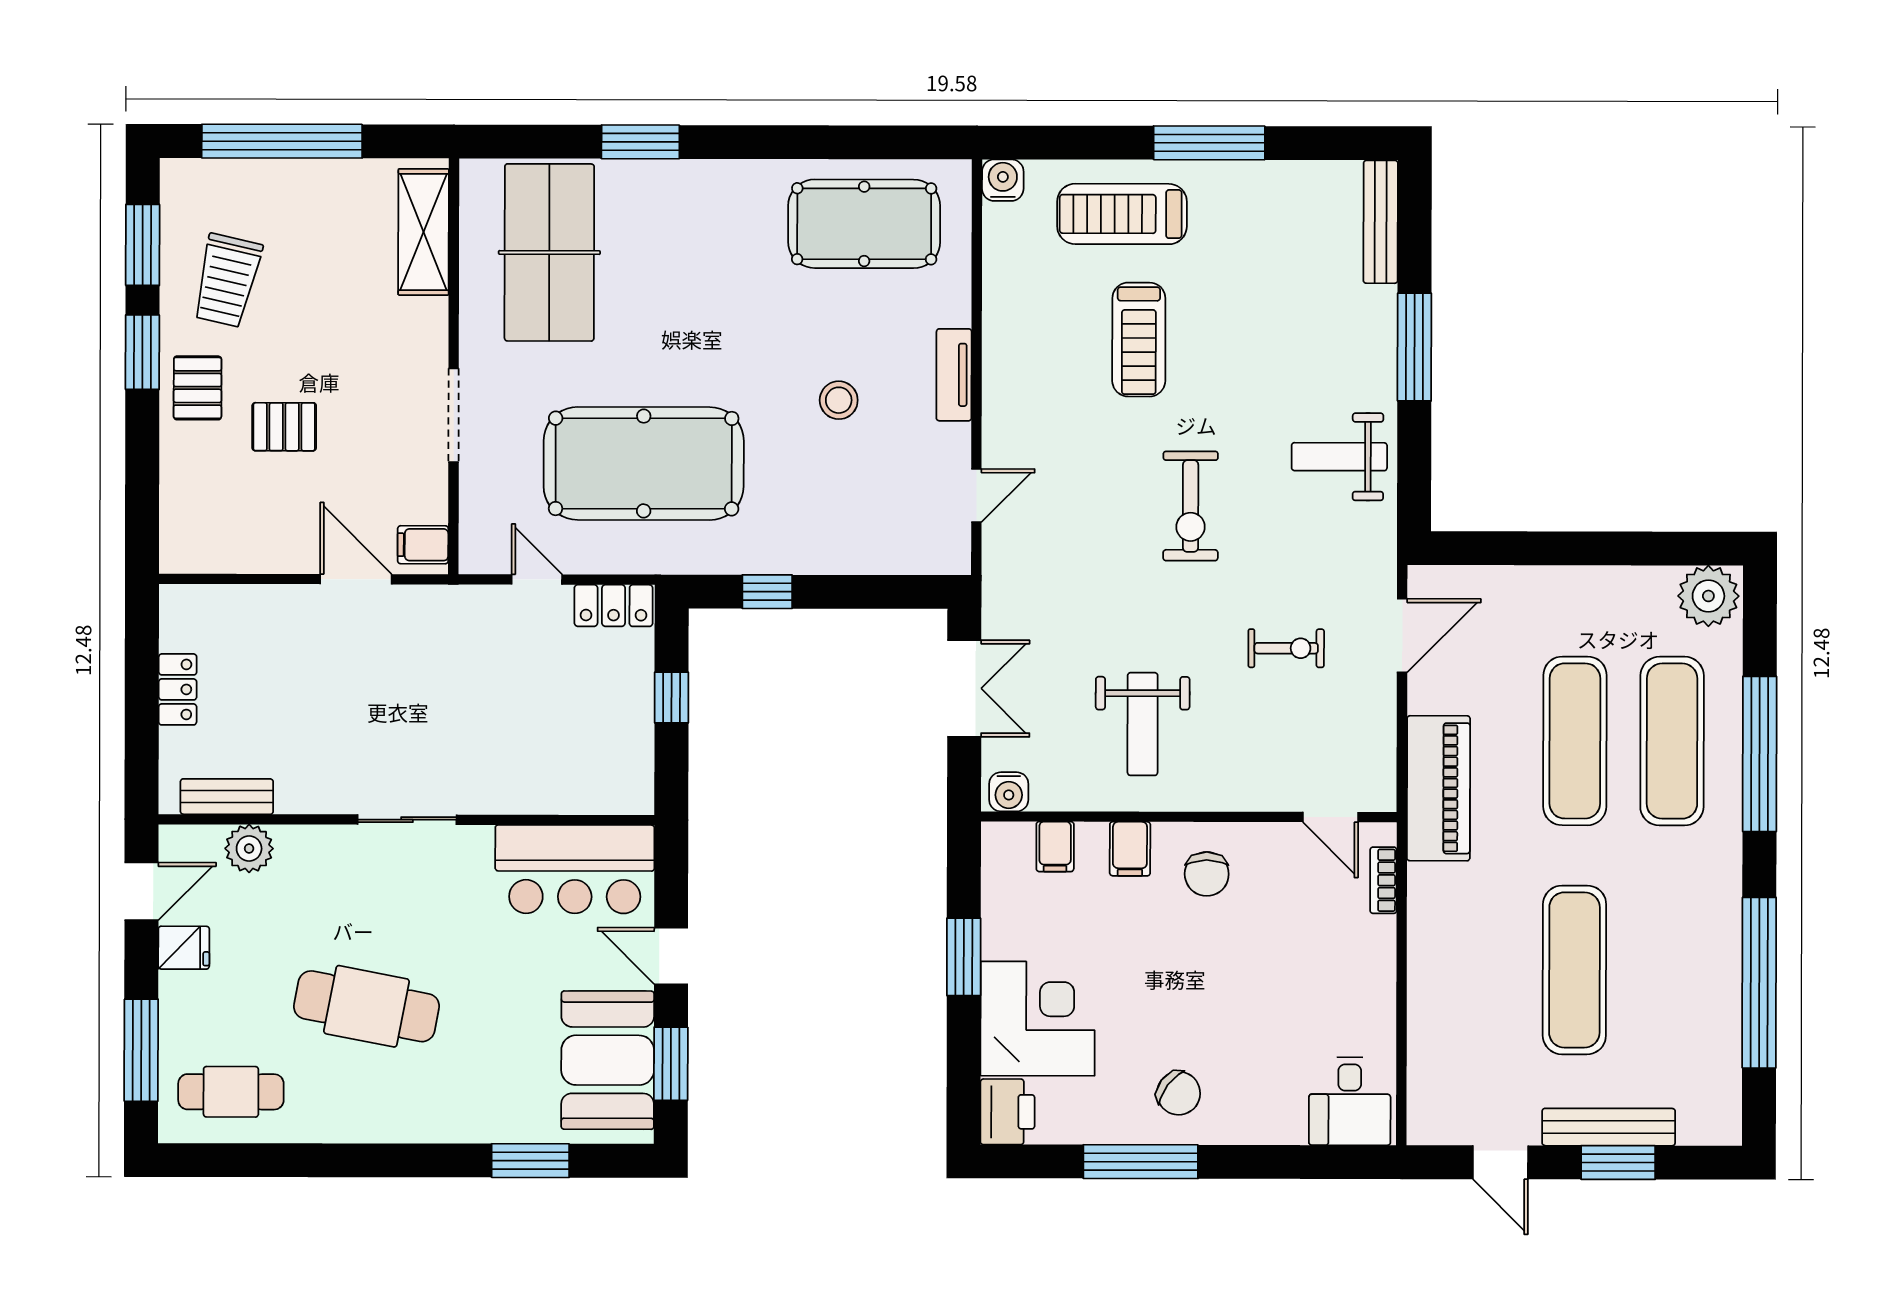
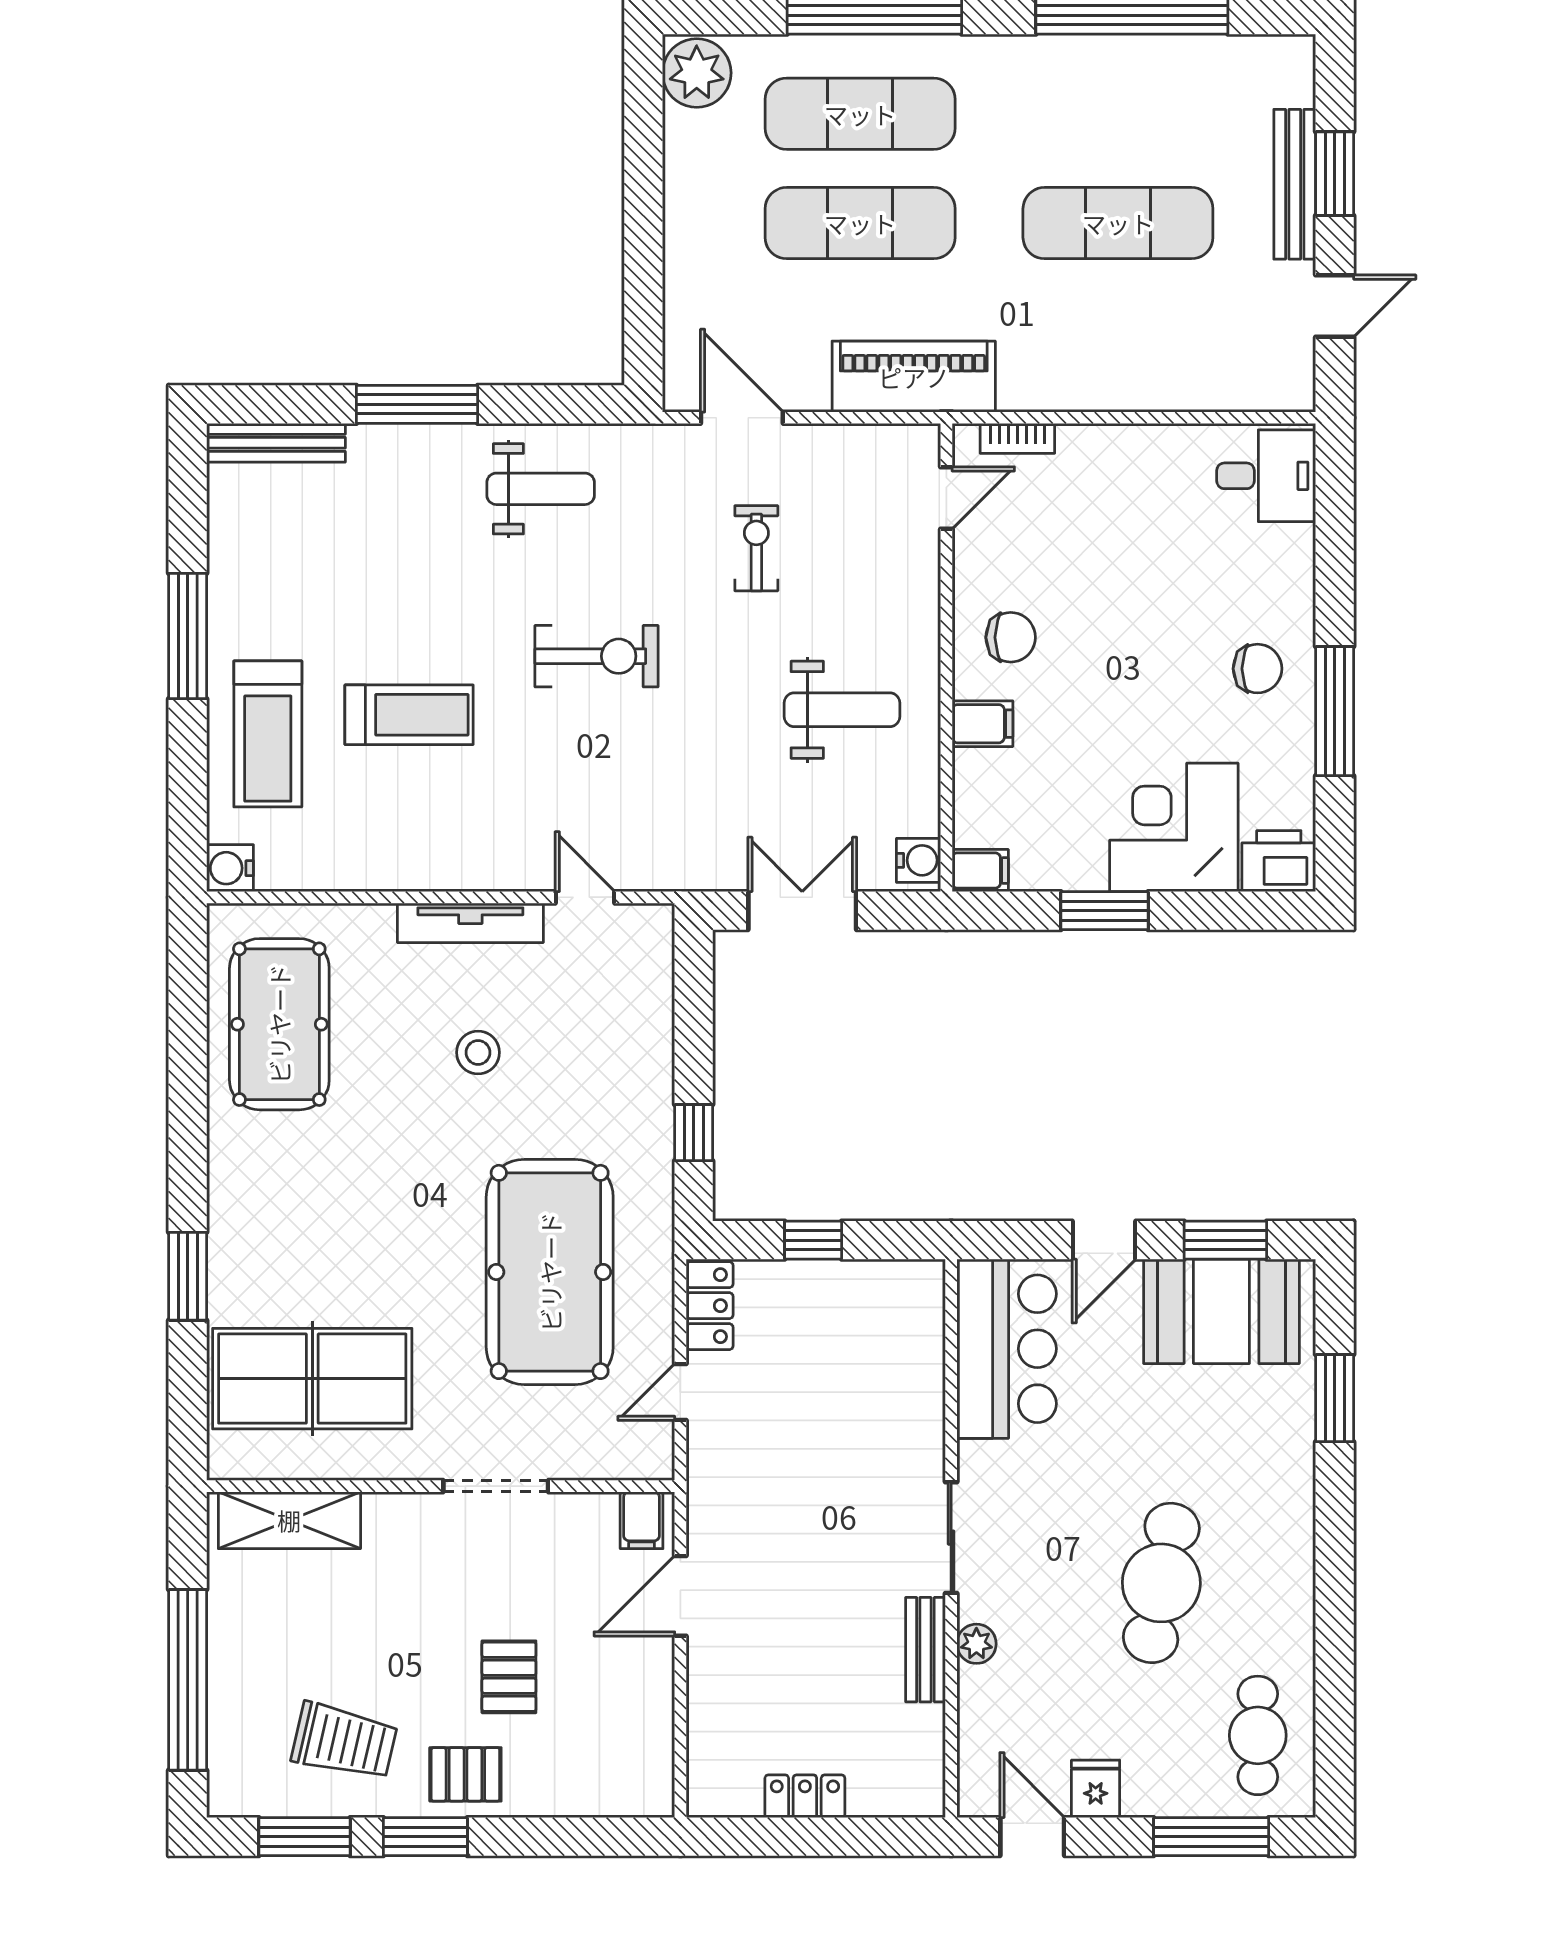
tv unit: (954, 375) -> (470, 923), width x1.41
weight bench: (1339, 457) -> (541, 489), turned -90
bench: (227, 797) -> (925, 1650), moved
filing cabinet: (1055, 847) -> (980, 871), moved
plant: (249, 849) -> (976, 1644), moved, width x0.73, depth x0.73
chair: (1179, 1093) -> (1258, 669), turned 53

